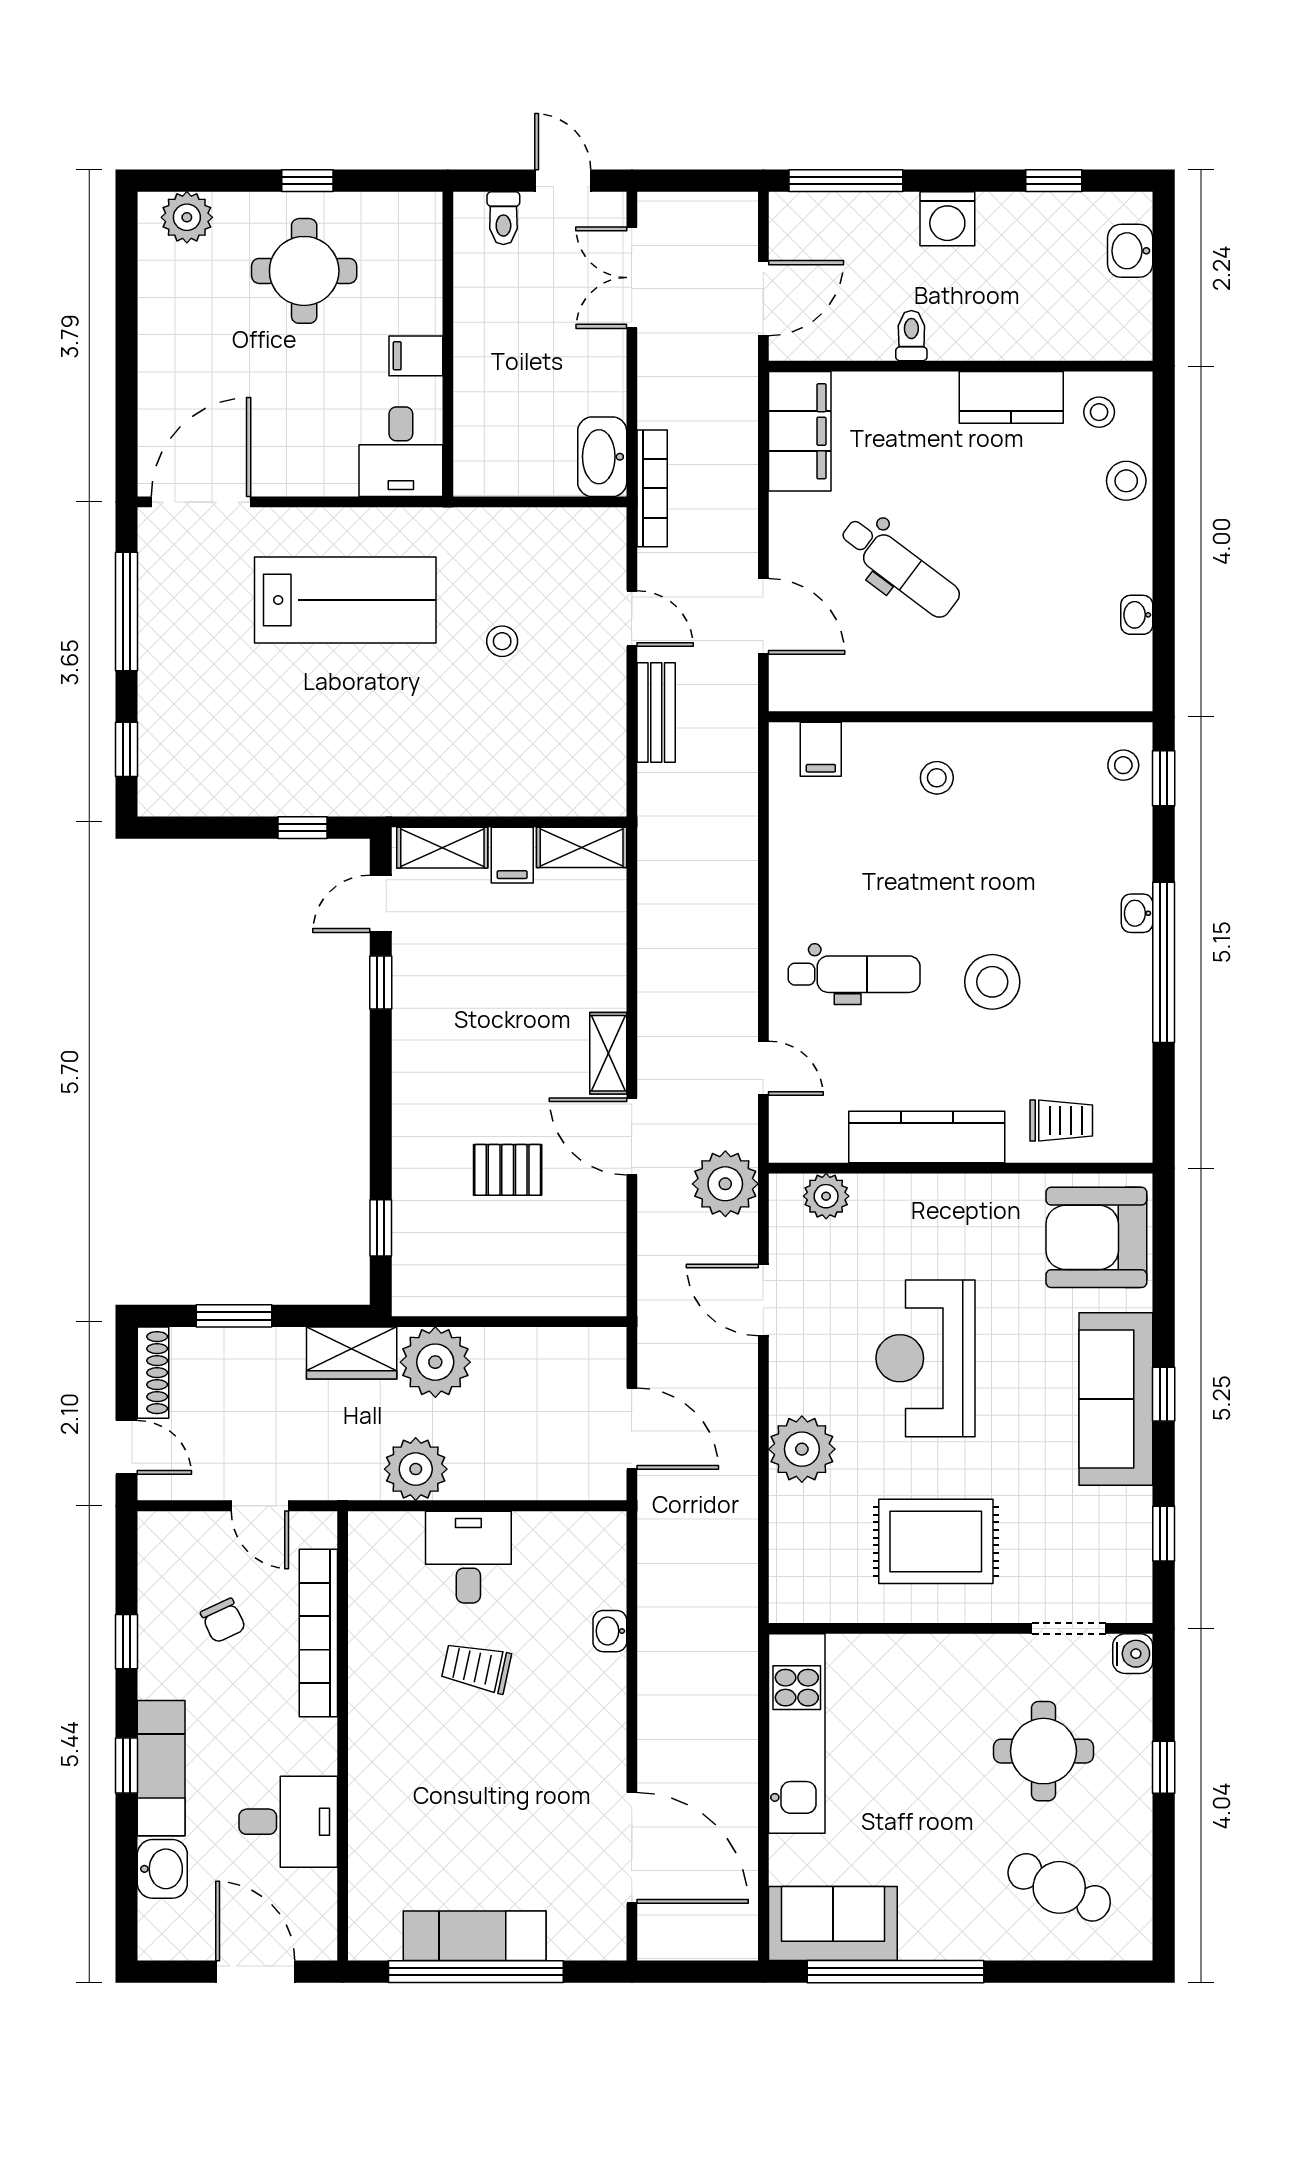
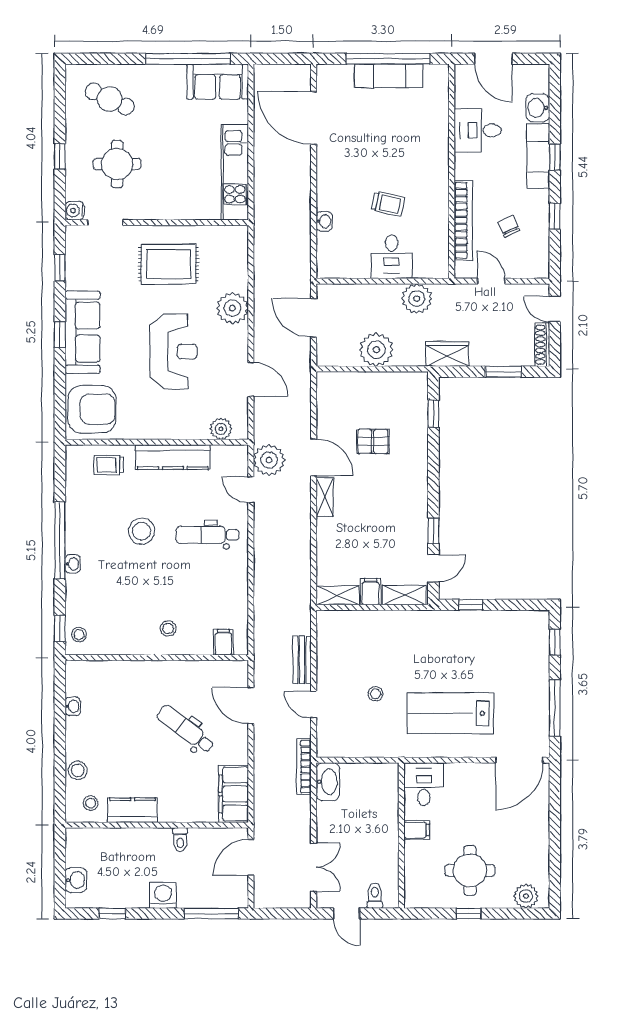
plant: (725, 1184) -> (269, 460), moved
plant: (435, 1362) -> (376, 350), moved

